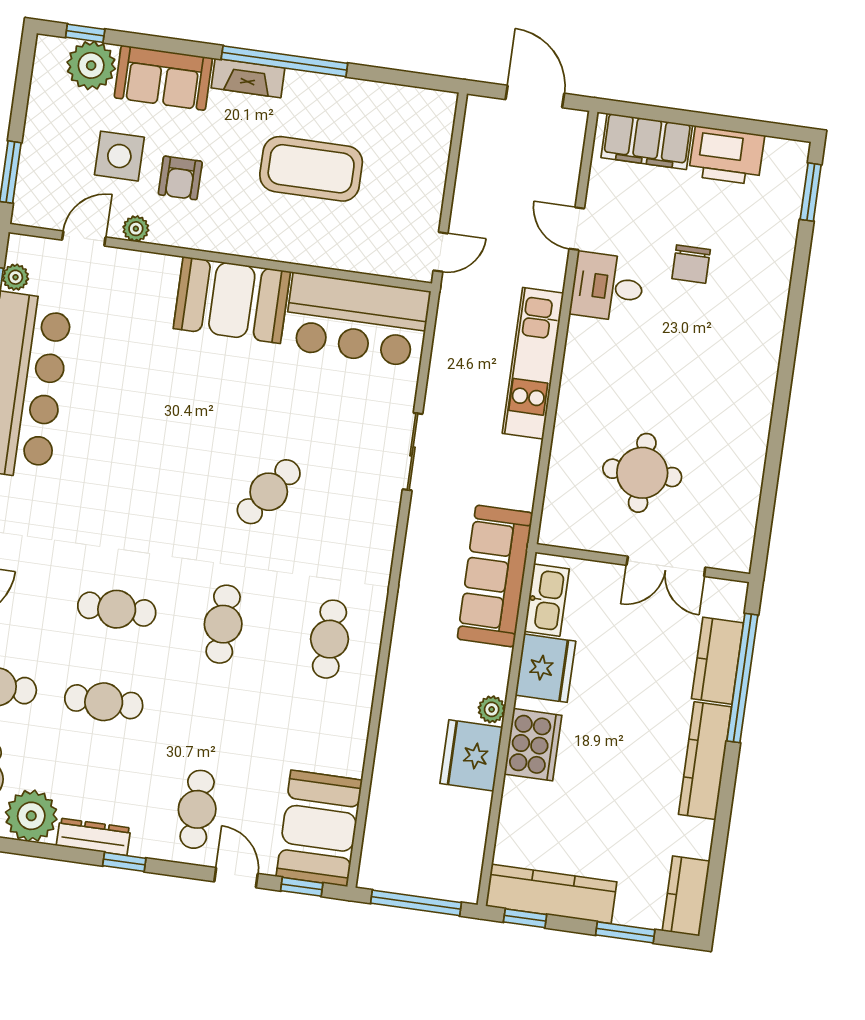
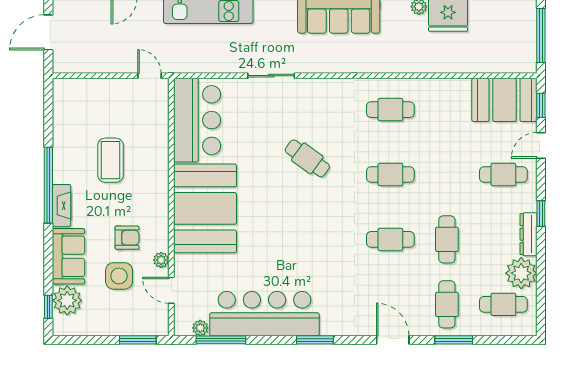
coffee table: (311, 169) -> (111, 160), width x0.73, depth x0.76
booth: (232, 300) -> (205, 208), width x1.36, depth x1.42
cafe table: (117, 609) -> (390, 239), turned 90

